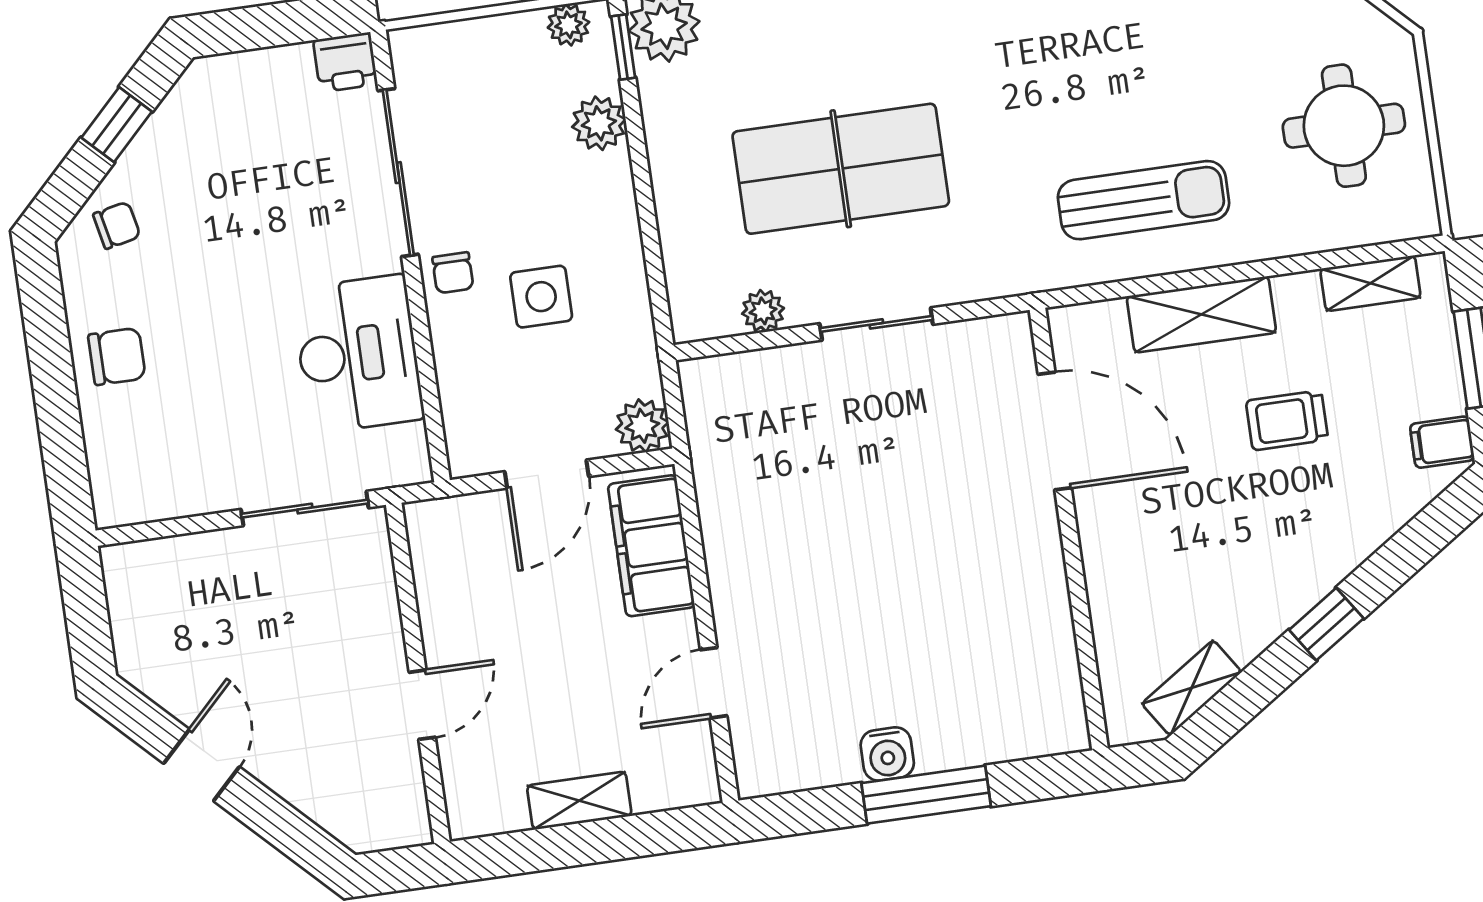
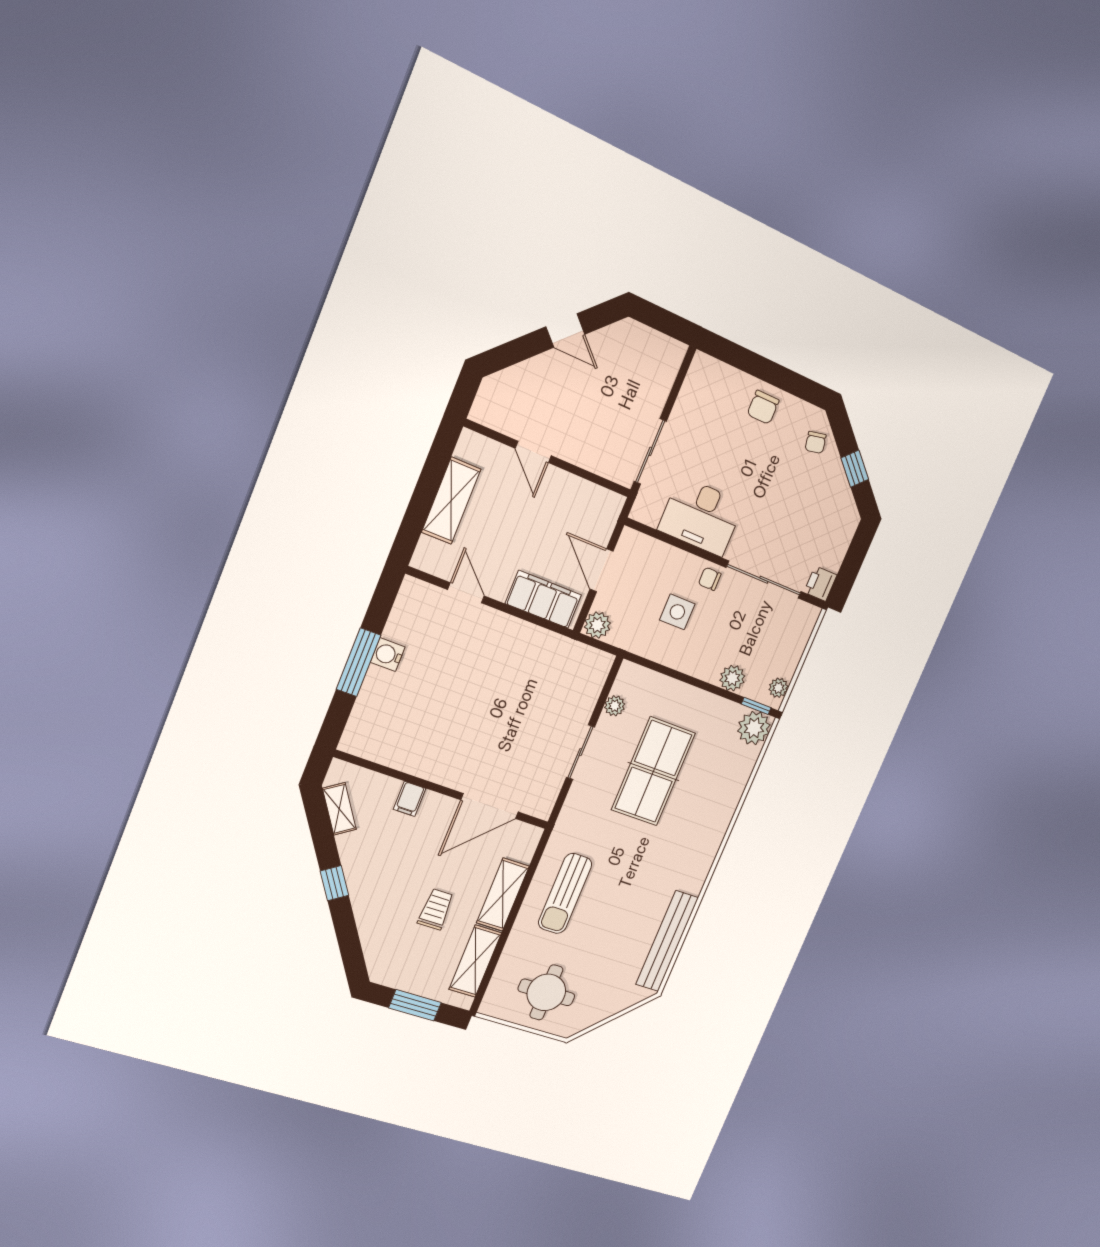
shelving: (1370, 283) -> (475, 961), width x1.50, depth x1.33
filing cabinet: (1442, 442) -> (410, 799), moved, turned 180
shelving: (579, 801) -> (451, 501), width x1.50, depth x1.33

